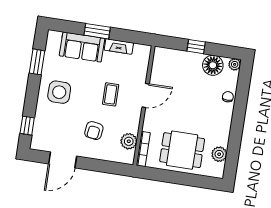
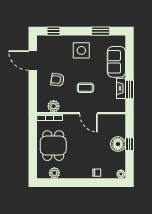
window: (97, 31) -> (130, 89), moved
floor lamp: (213, 65) -> (118, 144), moved

